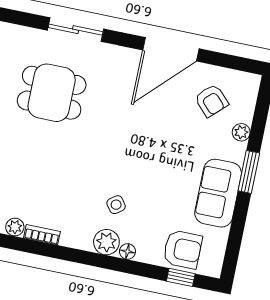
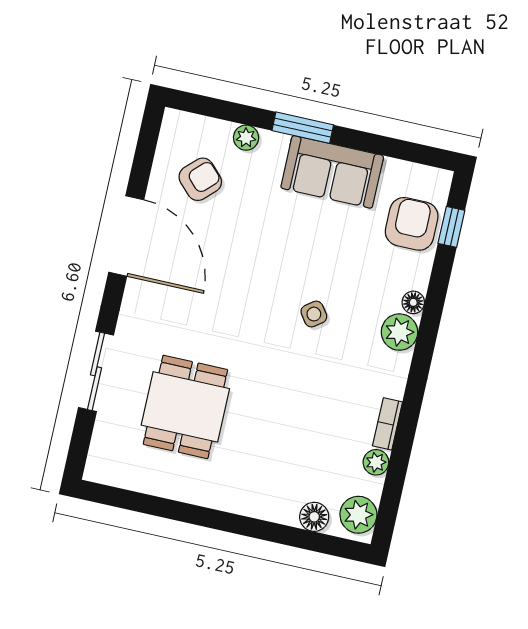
side table: (116, 205) -> (314, 314), moved

